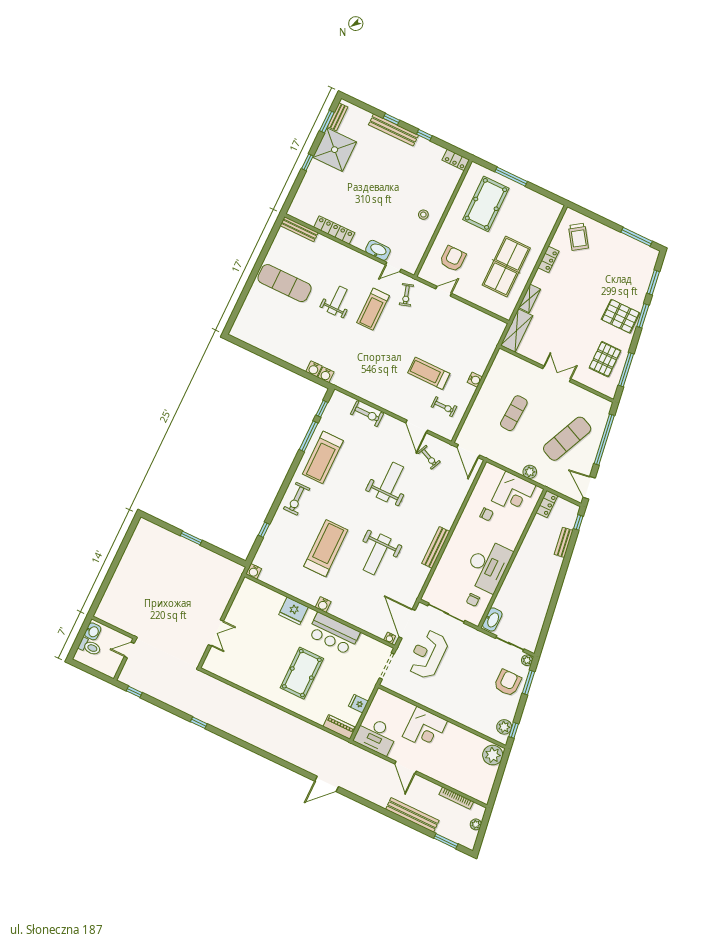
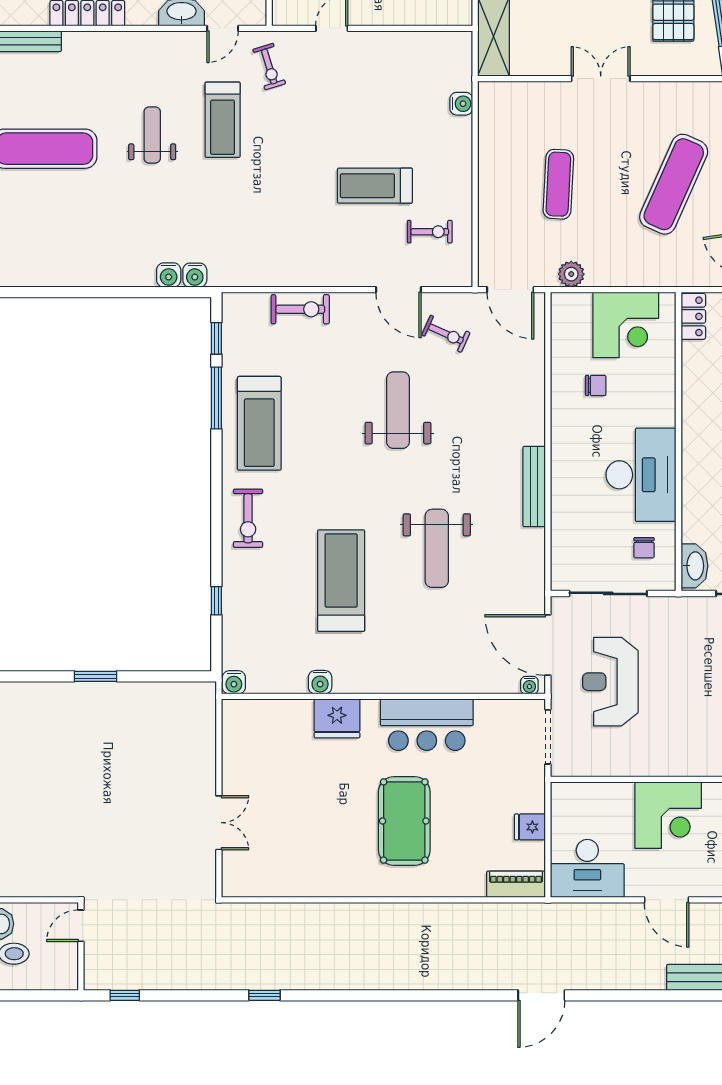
water cooler: (475, 380) -> (461, 104), moved
plant: (530, 472) -> (571, 274), moved
water cooler: (323, 605) -> (320, 682), moved

